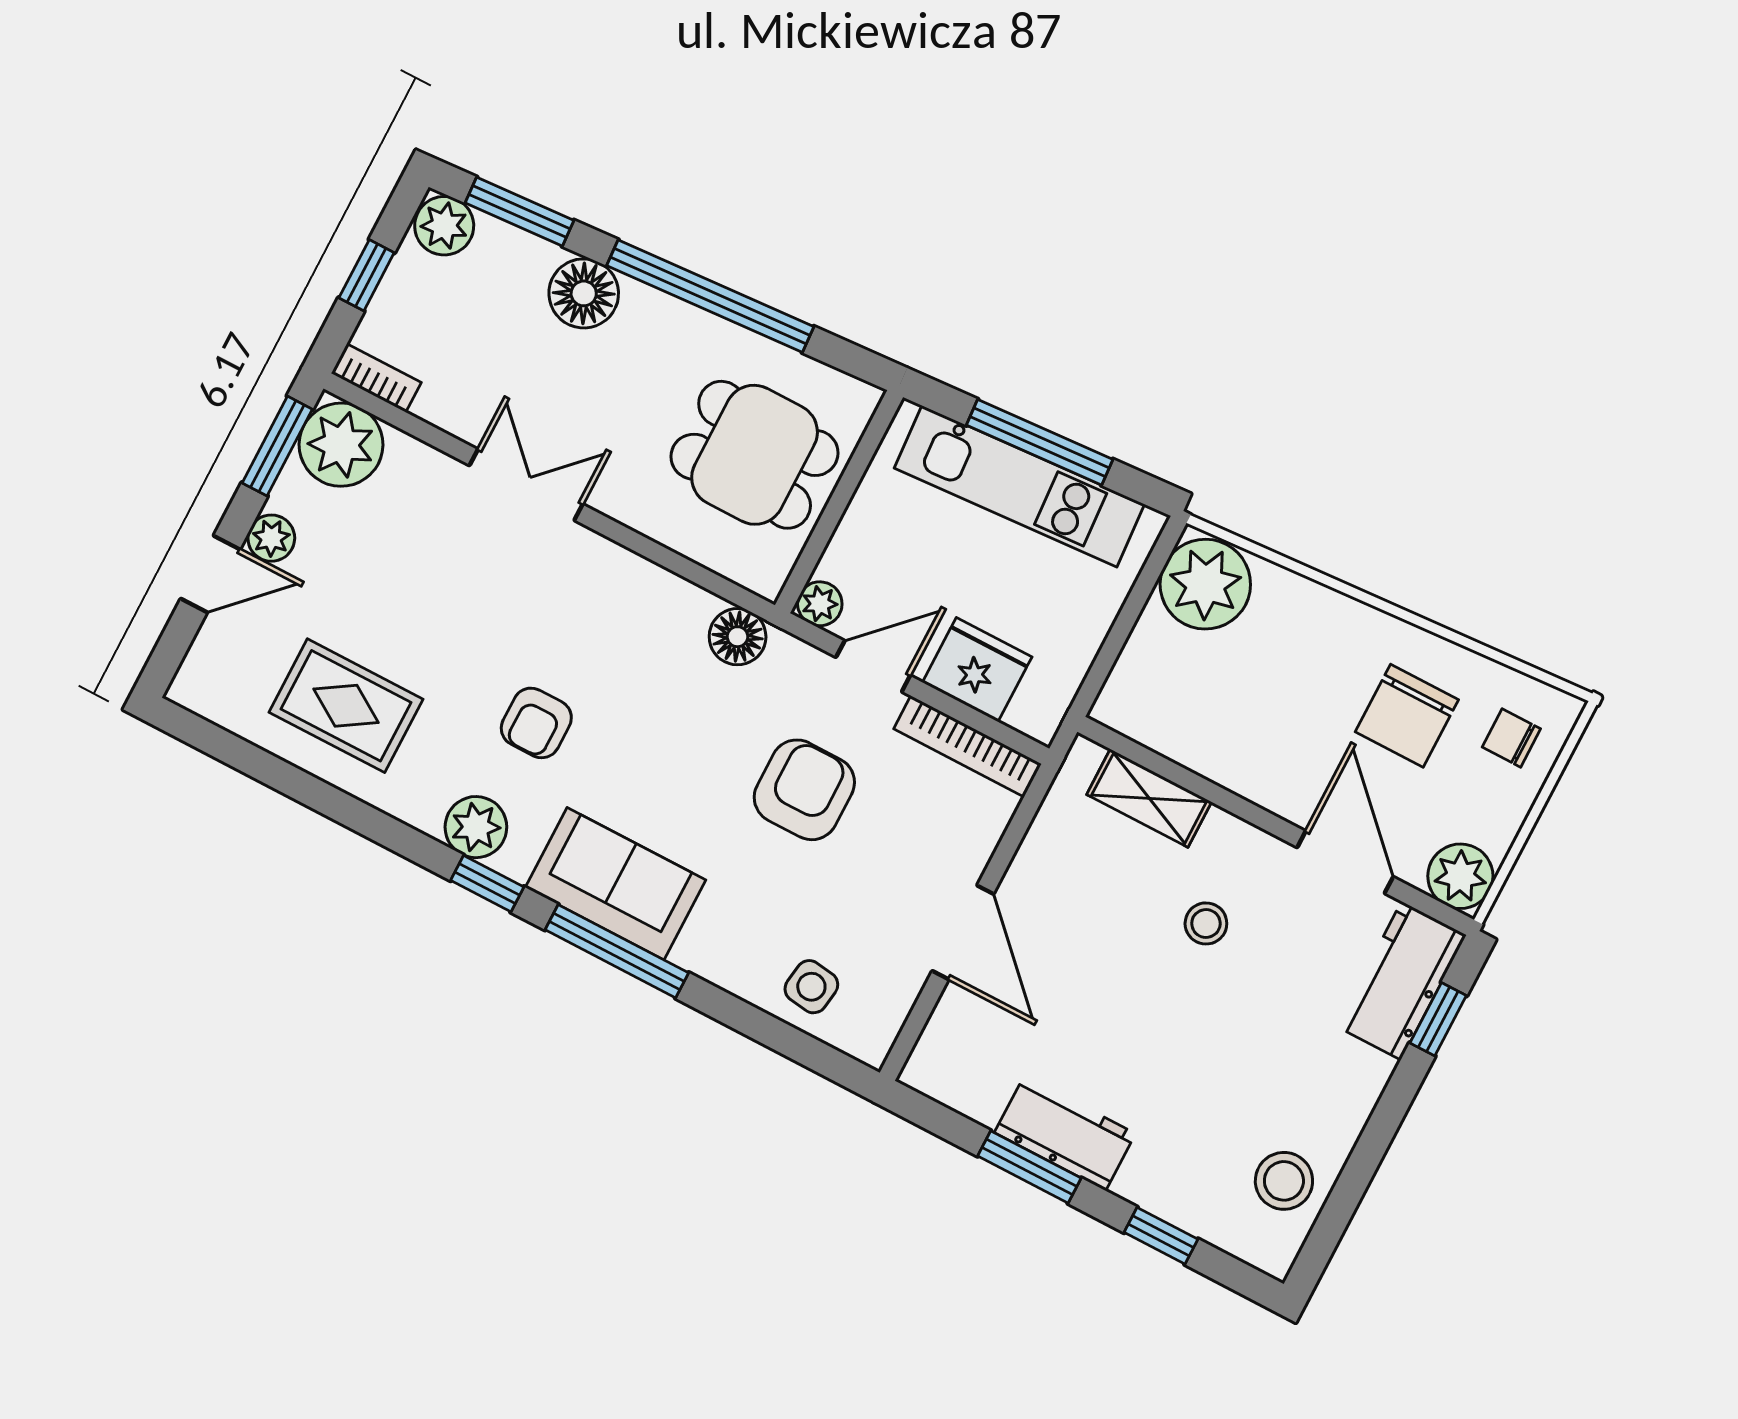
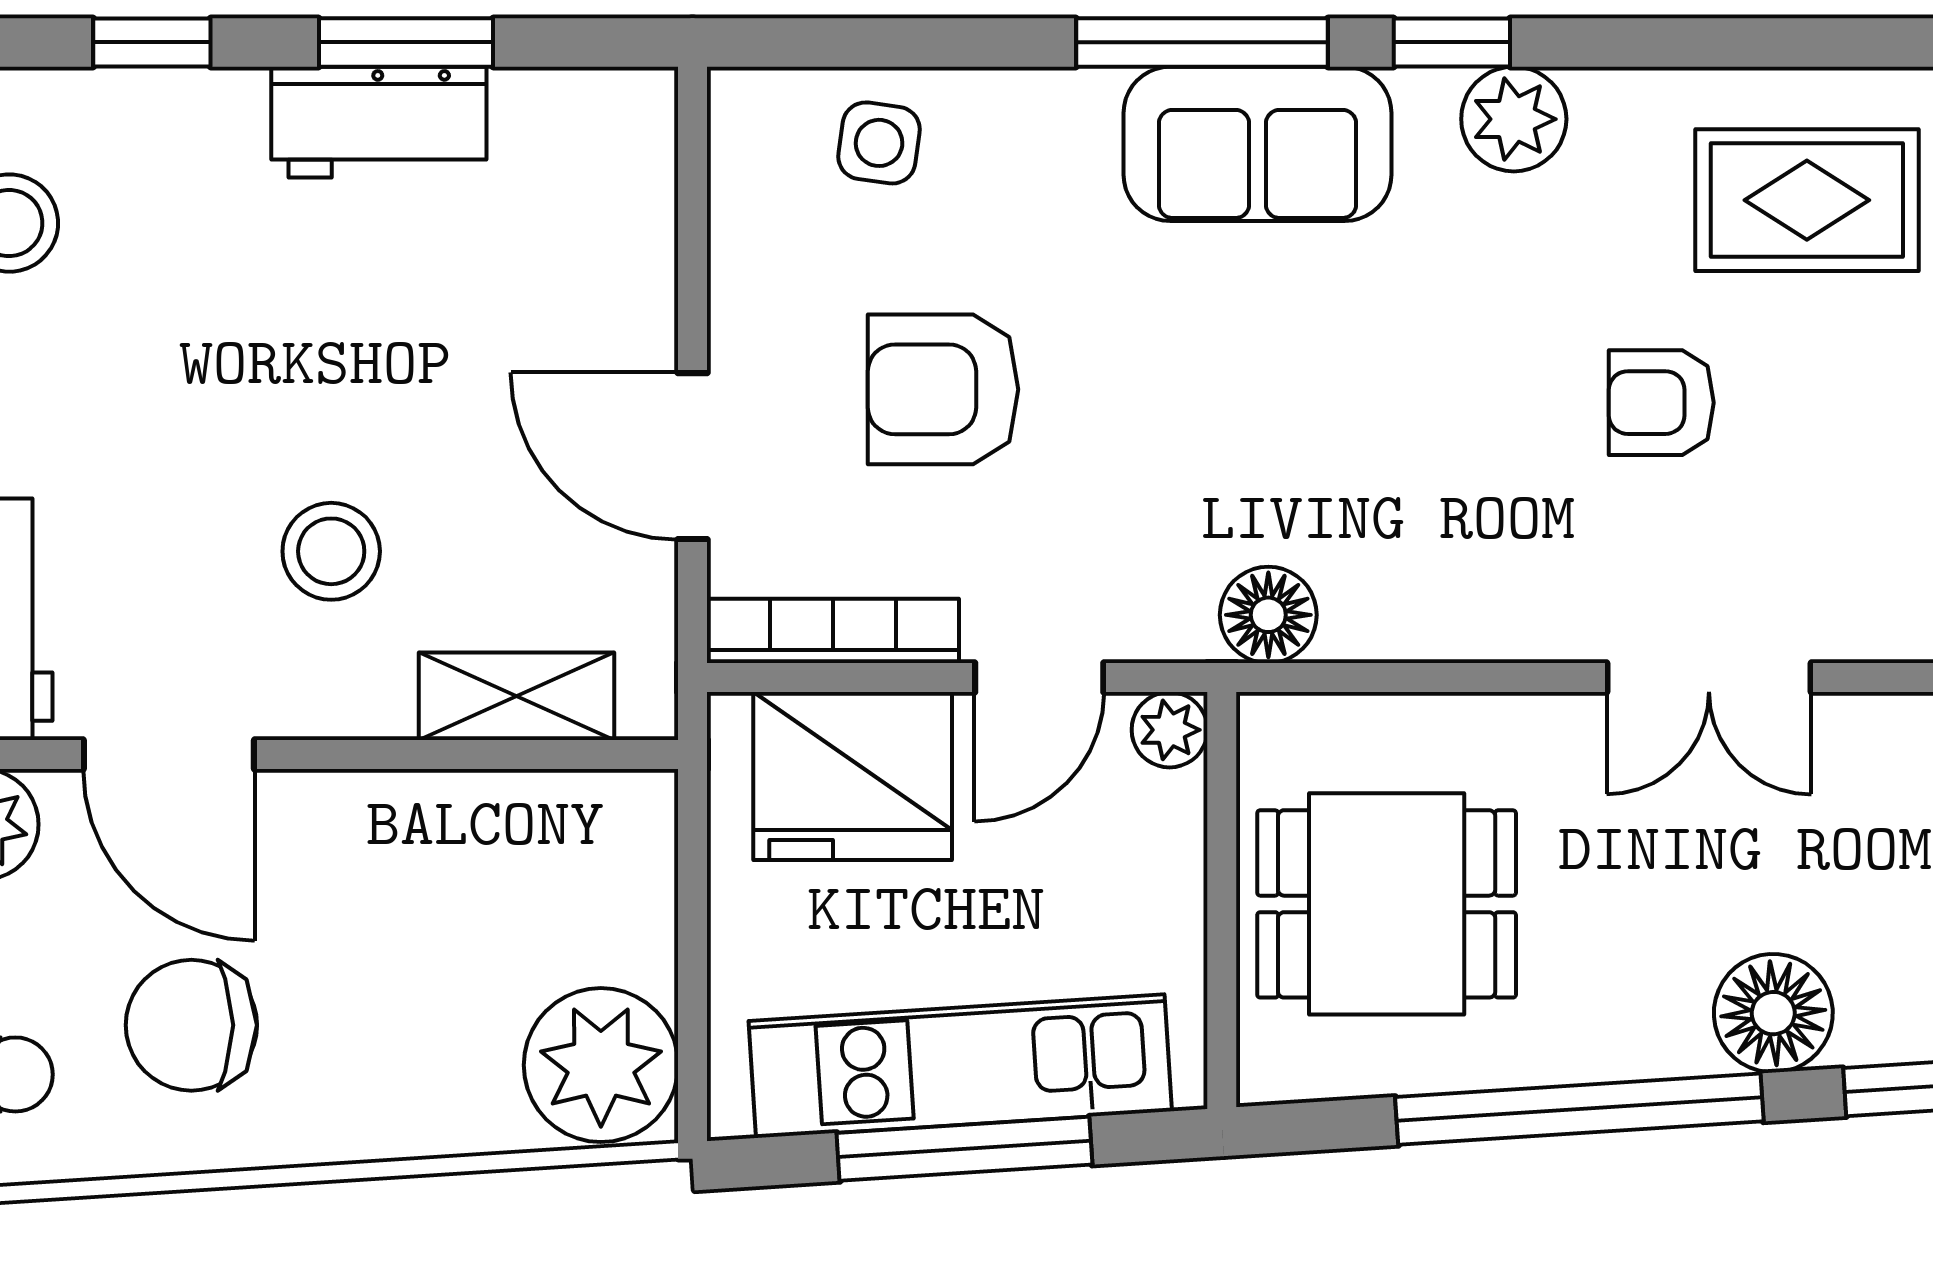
fridge: (977, 670) -> (853, 776), width x1.36, depth x1.34
chair: (1407, 716) -> (191, 1025), turned -90
armchair: (536, 723) -> (1661, 403), moved, turned -90
armchair: (804, 790) -> (943, 389), moved, turned 90
stool: (1206, 923) -> (331, 551), width x1.37, depth x1.37
door: (963, 932) -> (693, 456), moved

